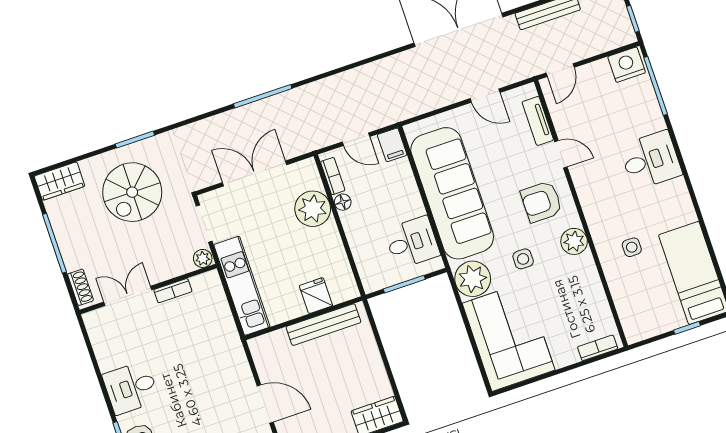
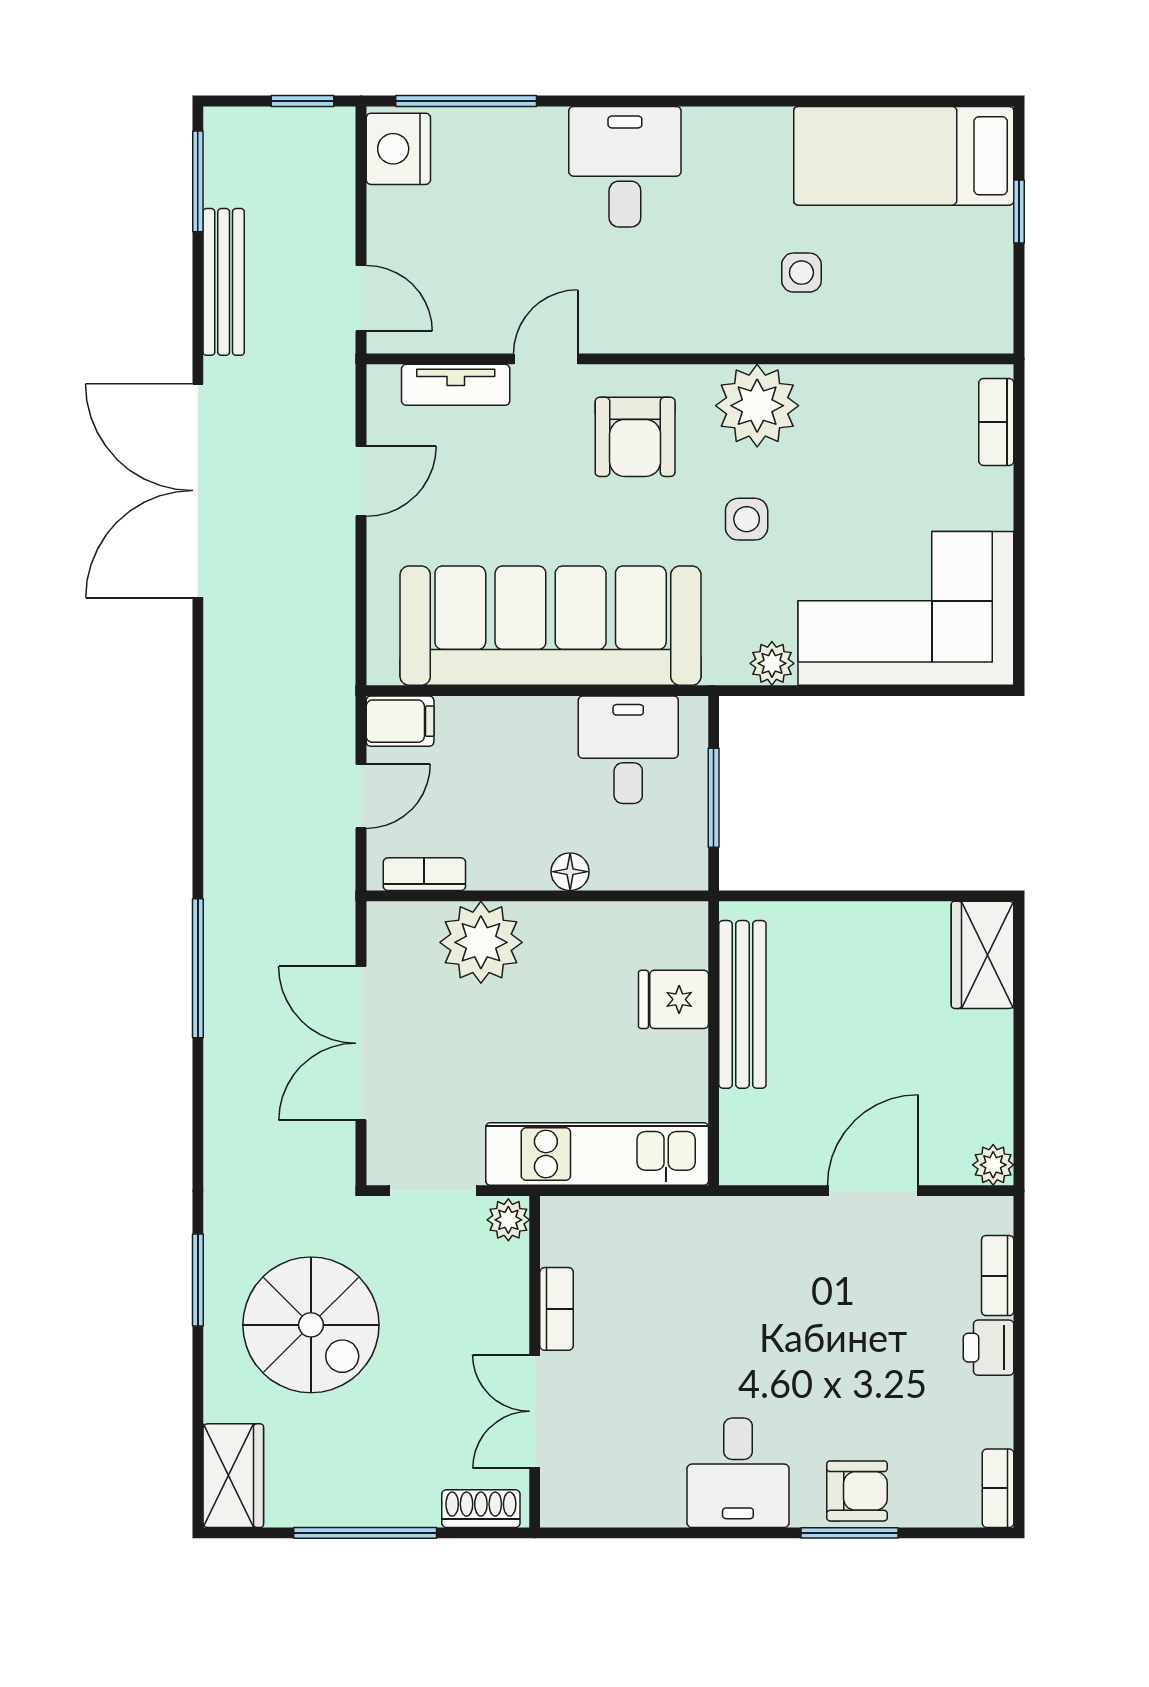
floor lamp: (343, 202) -> (570, 872), moved
plant: (574, 241) -> (757, 406), width x1.36, depth x1.36
plant: (473, 279) -> (772, 663), width x0.53, depth x0.53

